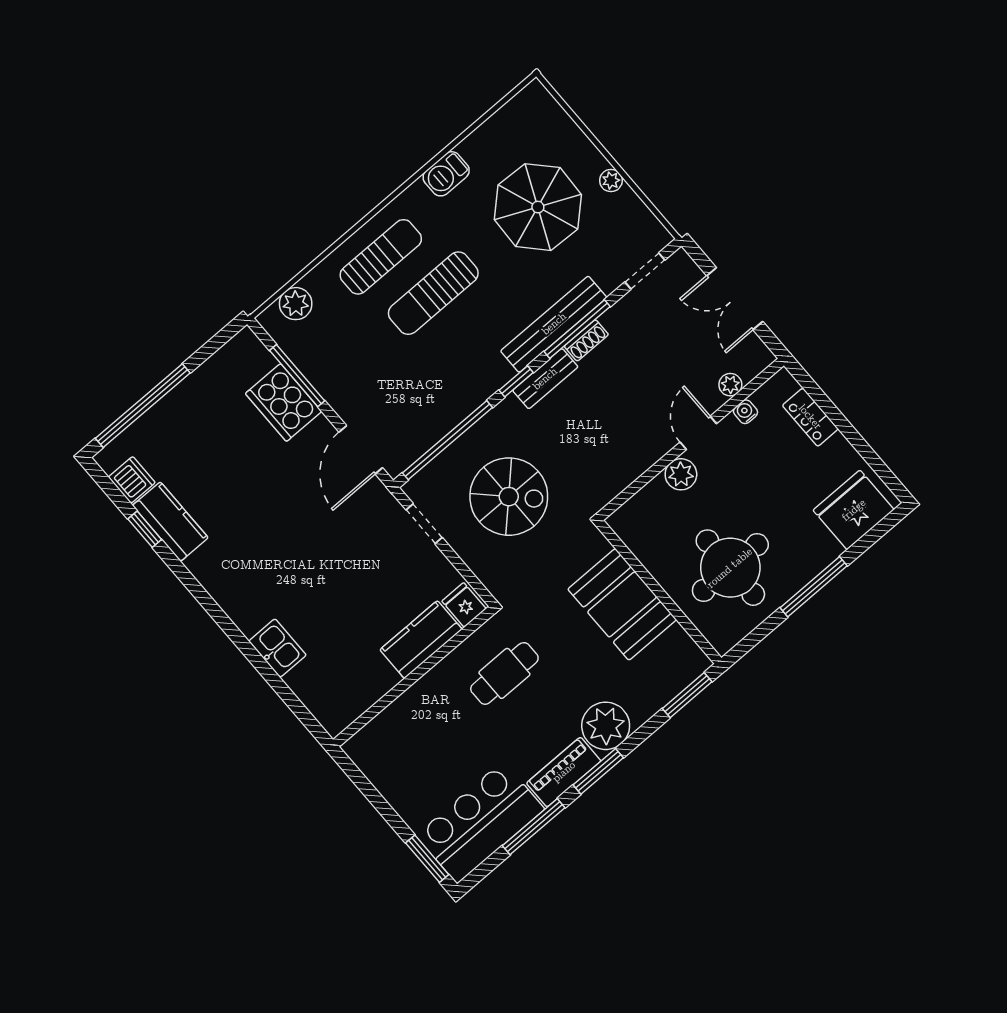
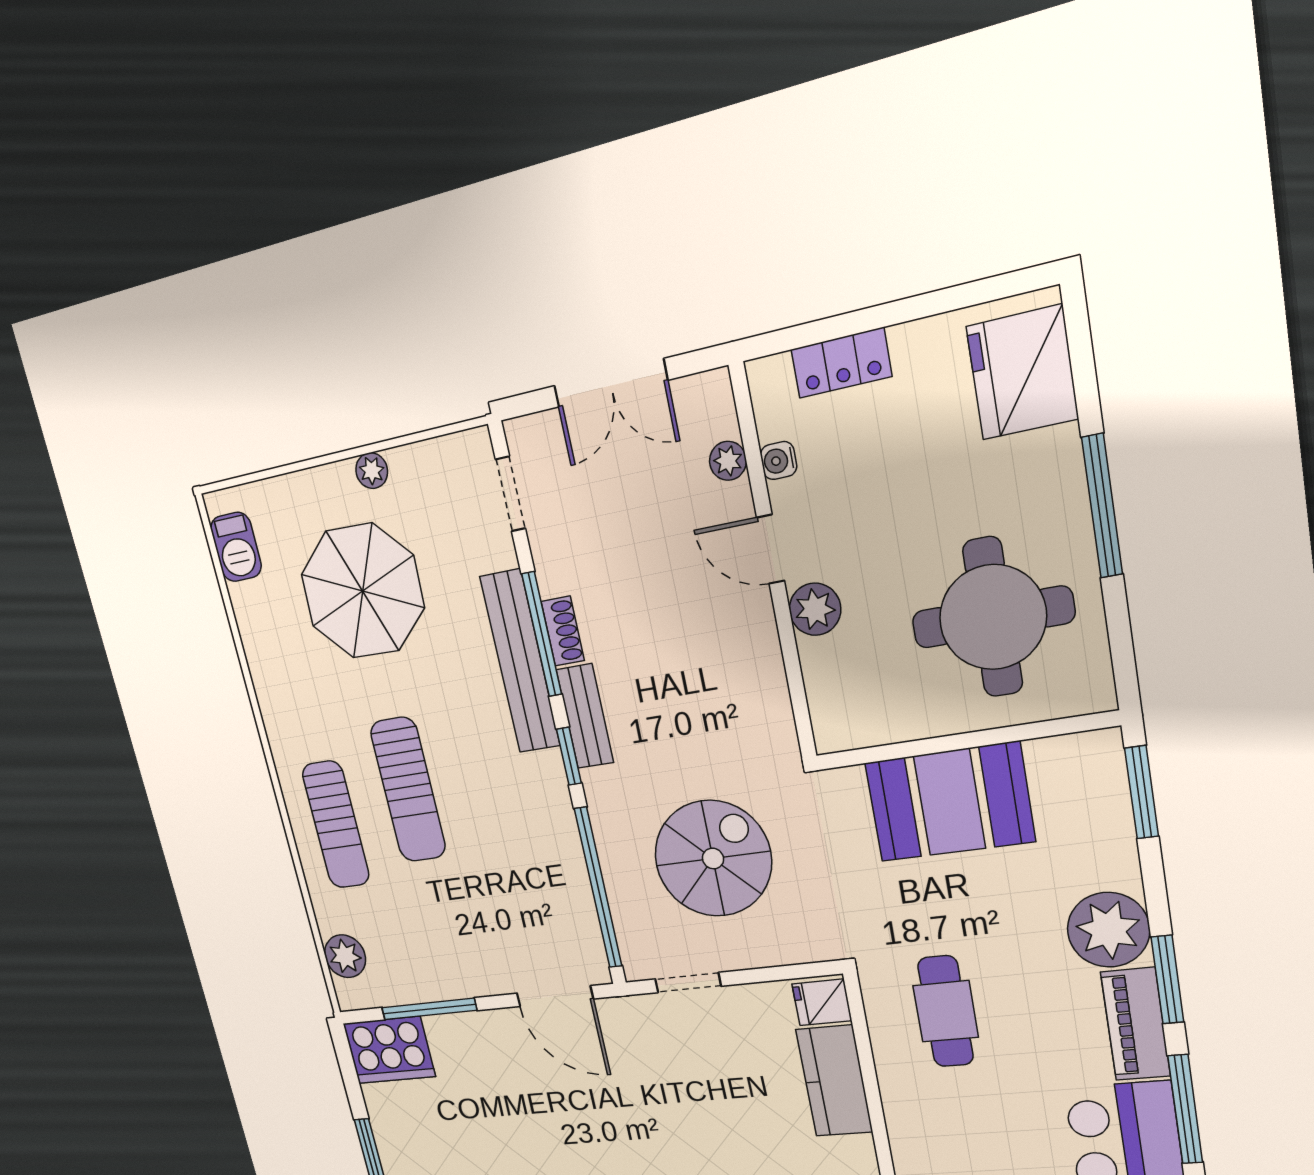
barbecue: (446, 174) -> (236, 547), moved
sun lounger: (381, 257) -> (336, 825), turned 180
cooker: (284, 402) -> (389, 1050), moved

